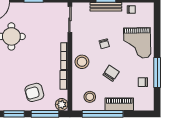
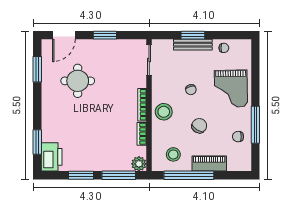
armchair: (34, 92) -> (106, 149), removed

